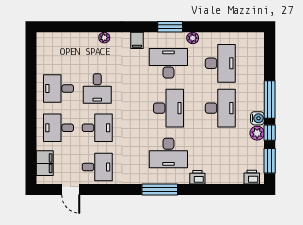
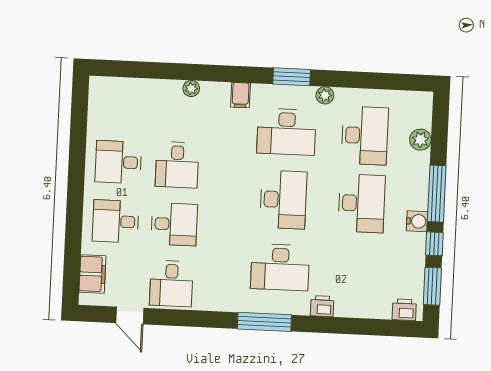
desk: (168, 63) -> (286, 132), turned 180
plant: (257, 133) -> (420, 140), moved
desk: (97, 167) -> (171, 283), turned 90

